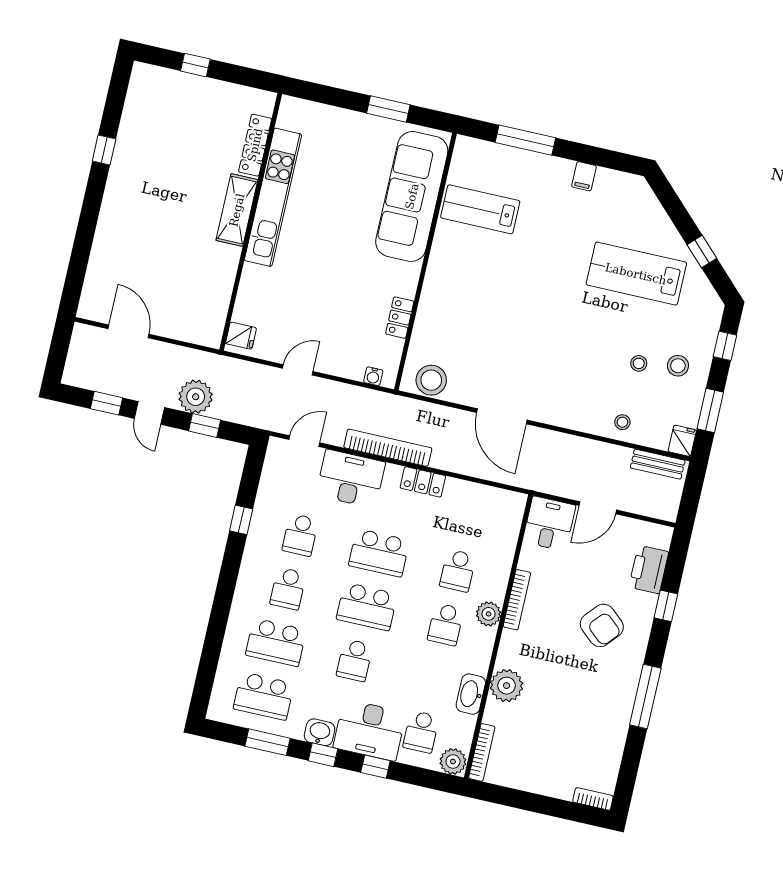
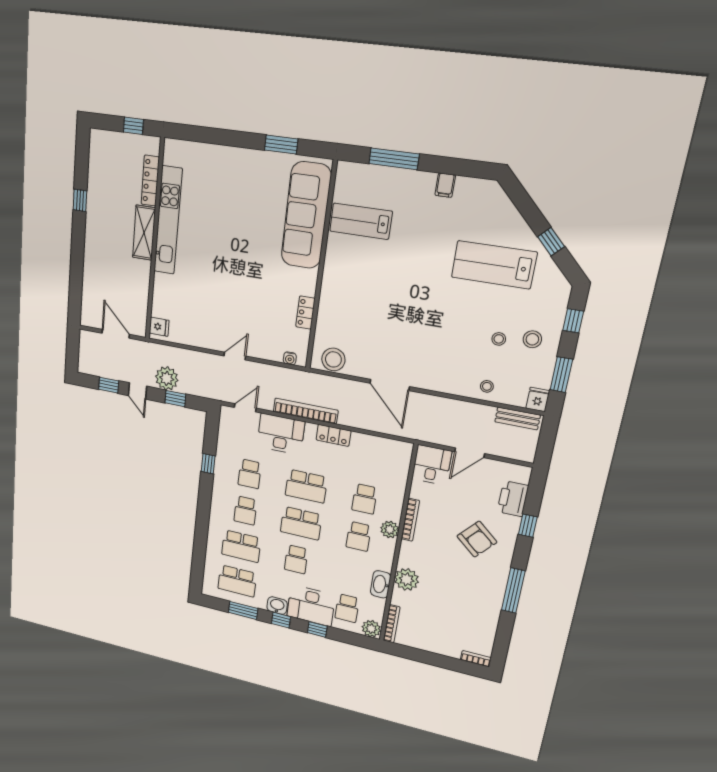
locker: (255, 145) -> (150, 181), moved
kitchen unit: (273, 197) -> (168, 220), moved
shelving: (237, 210) -> (144, 233), moved
wall: (251, 222) -> (155, 241), moved
fridge: (241, 336) -> (159, 327), moved

